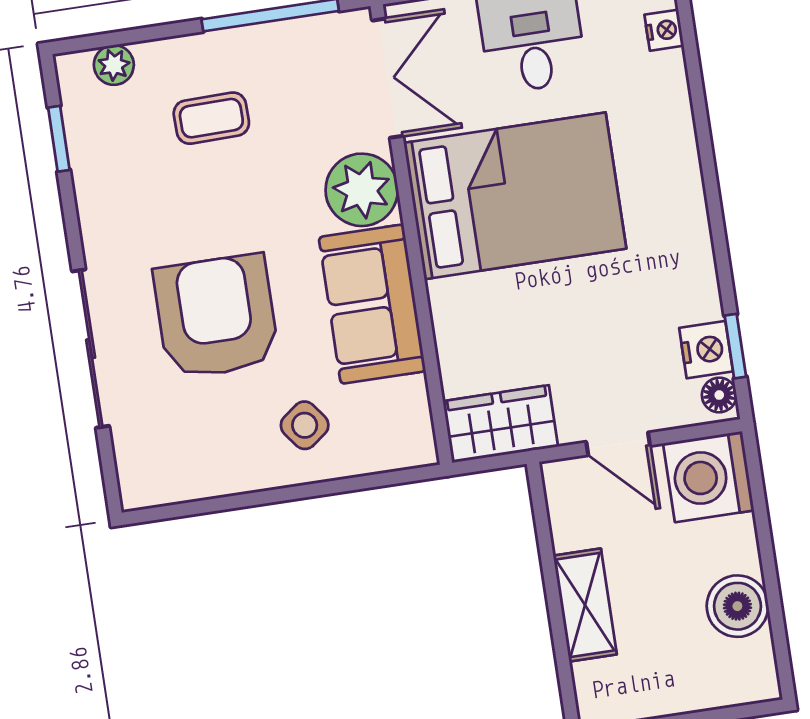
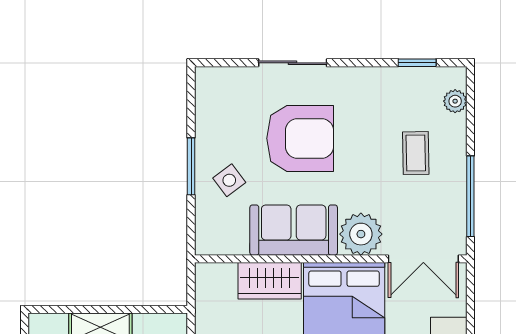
sliding door: (91, 349) -> (293, 63), width x0.73
wardrobe: (500, 424) -> (270, 281), moved, turned 90
window: (291, 493) -> (191, 166), added

